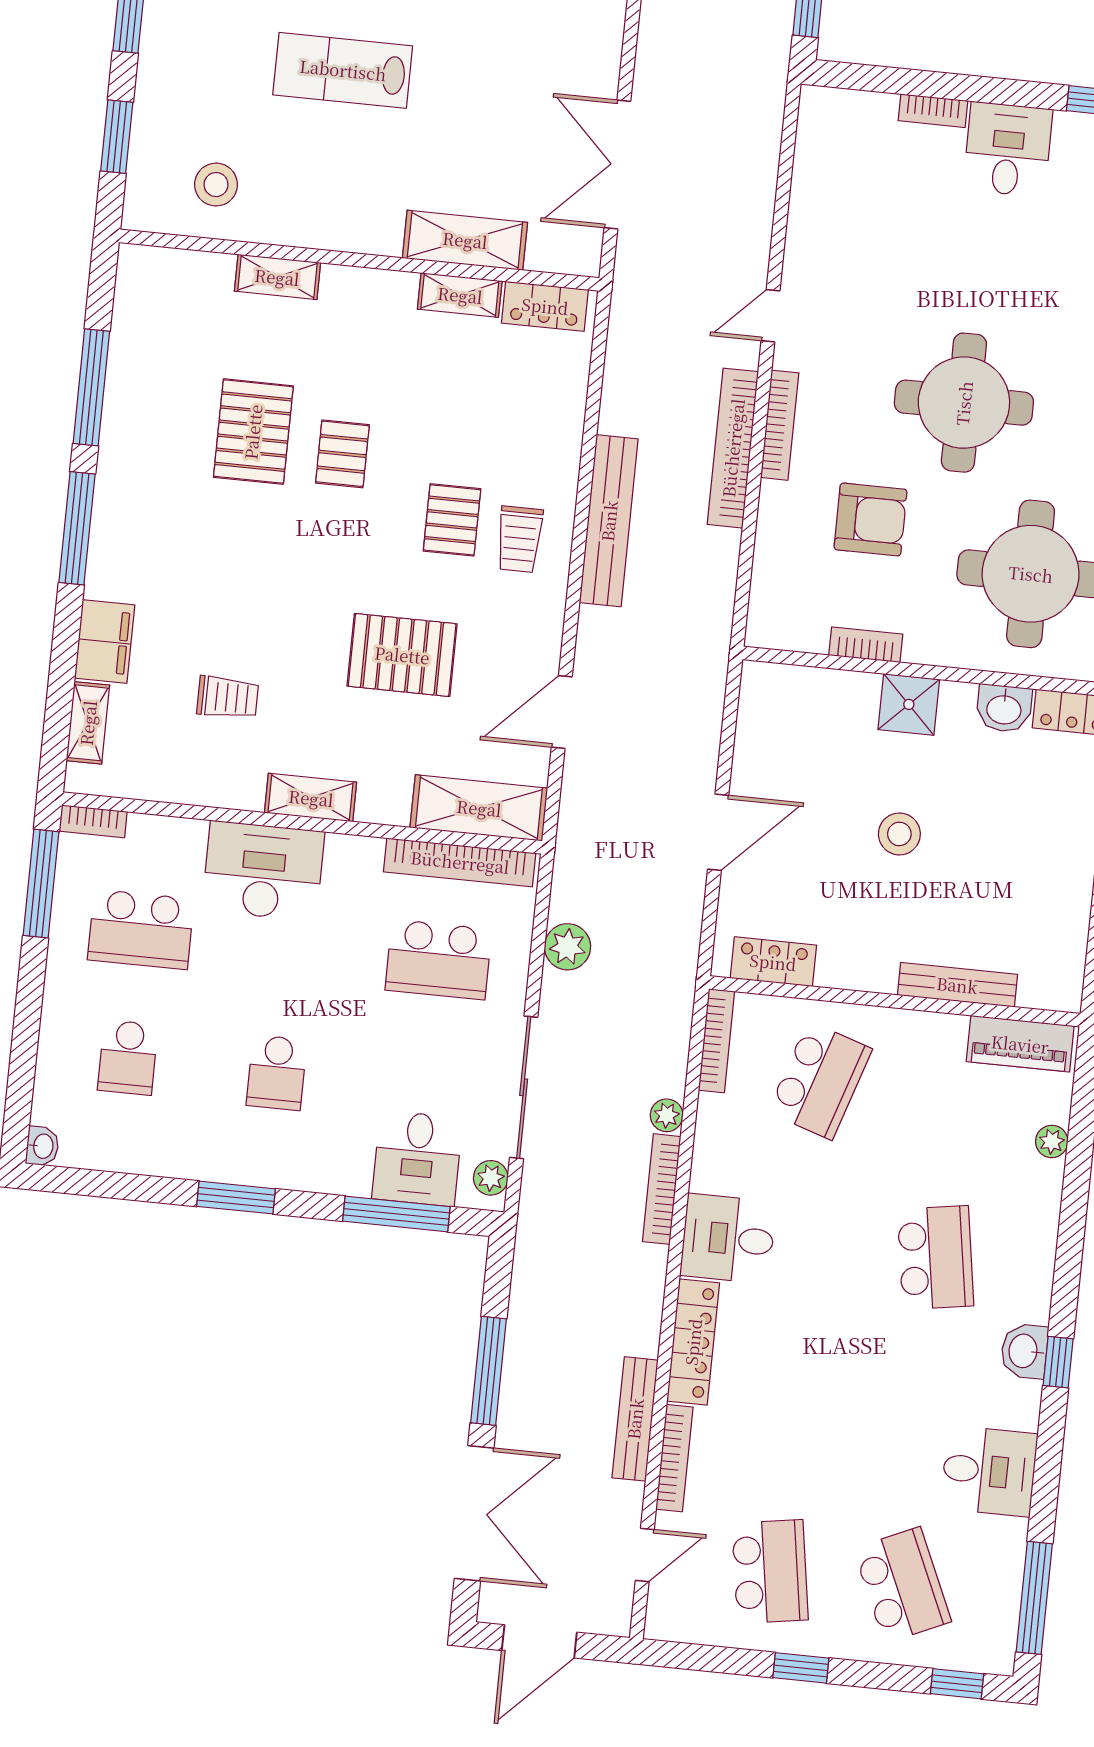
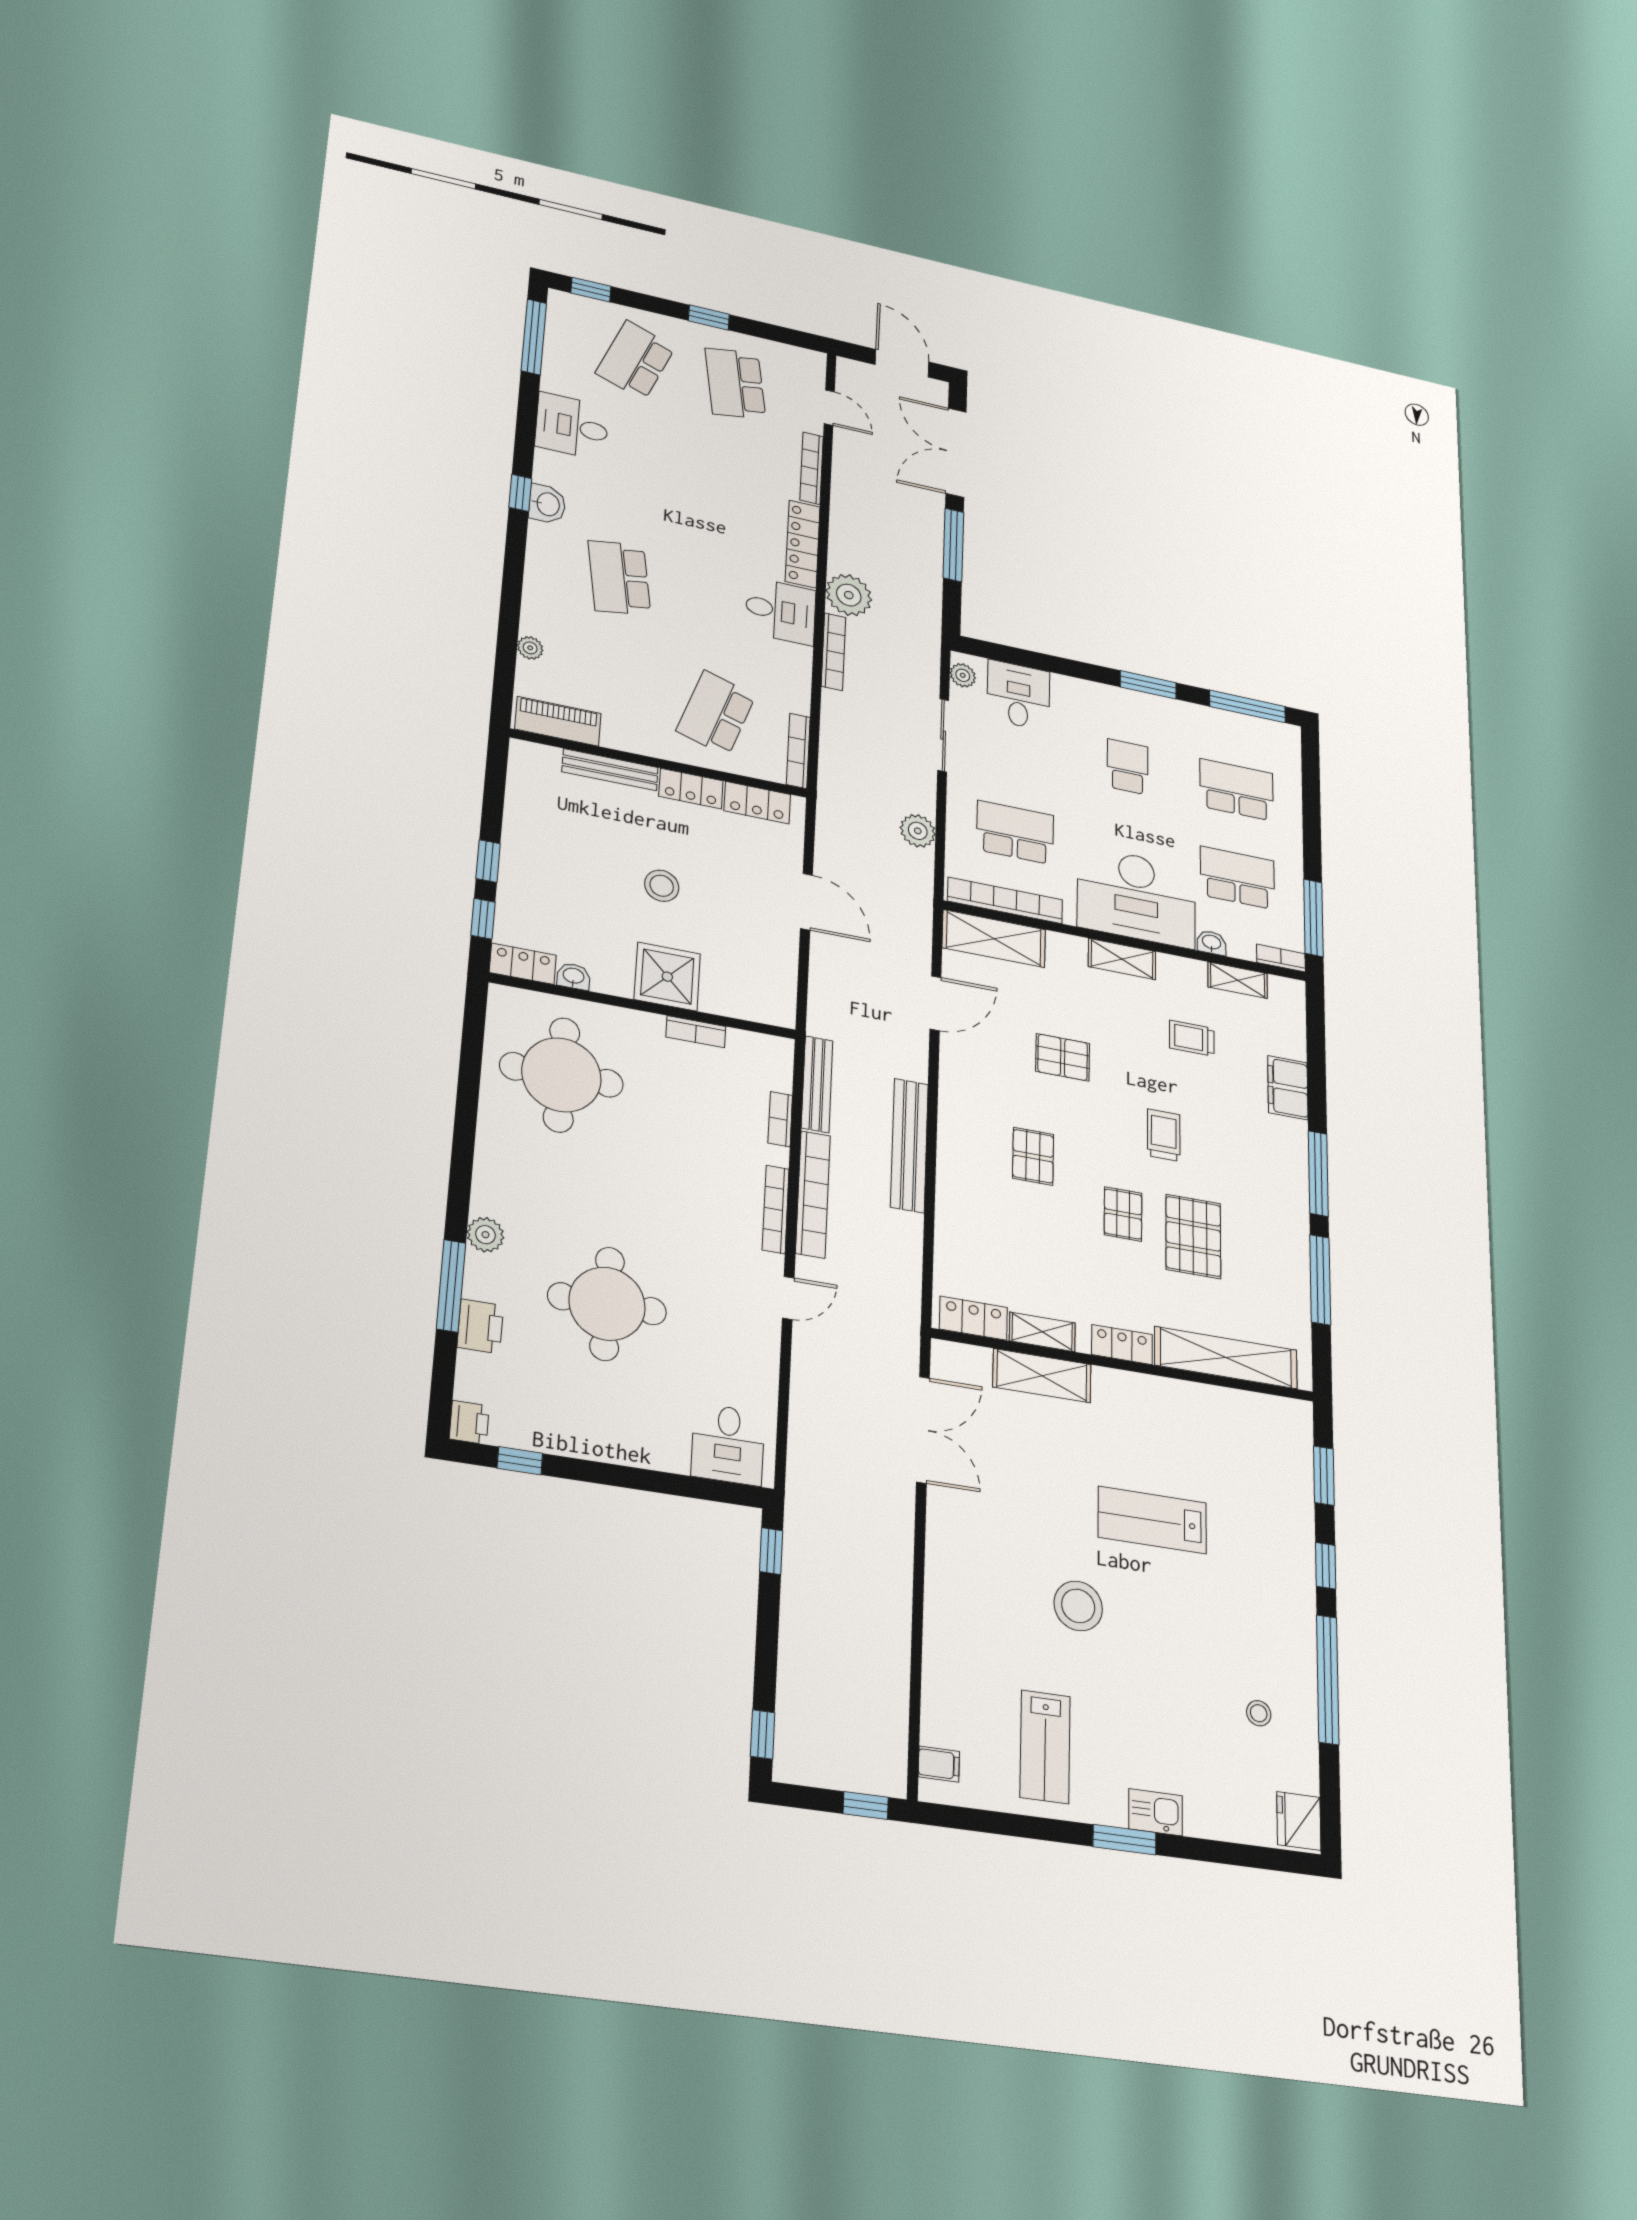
lab bench: (343, 70) -> (1152, 1520), turned 180
bookcase: (933, 111) -> (780, 1119), moved, turned -90
desk: (1008, 149) -> (728, 1444), moved
stool: (216, 185) -> (1243, 1433), removed
shelving: (277, 277) -> (1226, 1358), width x2.20, depth x1.33
locker: (360, 286) -> (1122, 1345), added
round table: (964, 403) -> (607, 1304), moved
armchair: (871, 519) -> (697, 1129), removed
trolley: (520, 539) -> (1164, 1135), moved
pallet: (402, 655) -> (1063, 1057), width x0.67, depth x0.71
shower: (909, 704) -> (667, 977), width x1.36, depth x1.36
washbasin: (1004, 708) -> (574, 976), width x0.72, depth x0.69
shelving: (88, 723) -> (1238, 980), moved, turned 90
door: (718, 832) -> (806, 902), swing flipped
desk: (263, 871) -> (1136, 897), width x1.36, depth x1.30
locker: (857, 971) -> (691, 789), added
school desk: (128, 1058) -> (1237, 790), width x1.85
sliding door: (524, 1087) -> (943, 735), width x0.73
plant: (667, 1115) -> (849, 595), moved, width x1.88, depth x1.88
washbasin: (42, 1146) -> (1212, 943), moved, turned 90
window: (396, 1214) -> (1248, 706), moved
bench: (635, 1419) -> (817, 1084), moved
door: (645, 1555) -> (829, 408), swing flipped
school desk: (902, 1585) -> (635, 360), turned 45
door: (539, 1641) -> (902, 363), hinge flipped

